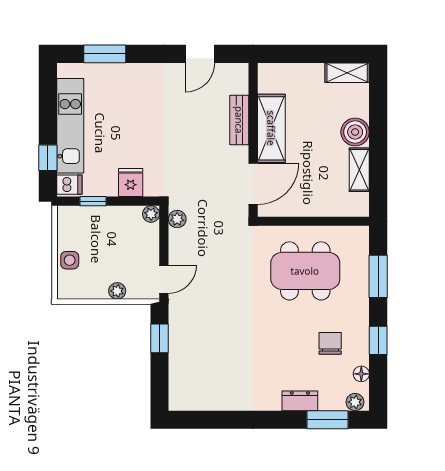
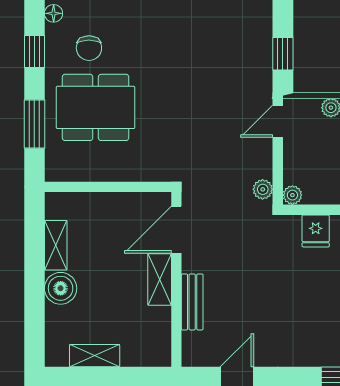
shelving: (347, 73) -> (95, 356), moved
shelving: (271, 128) -> (160, 279), width x0.67, depth x0.75
dining table: (305, 271) -> (96, 107), moved

